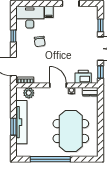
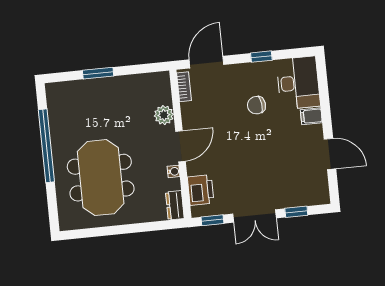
plant: (29, 93) -> (164, 115), moved
tv unit: (21, 122) -> (108, 87), removed
meeting table: (71, 131) -> (101, 178), turned 90

